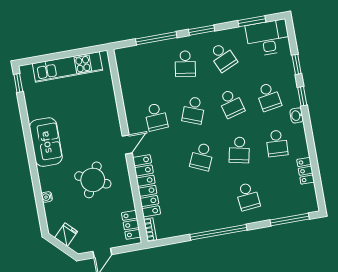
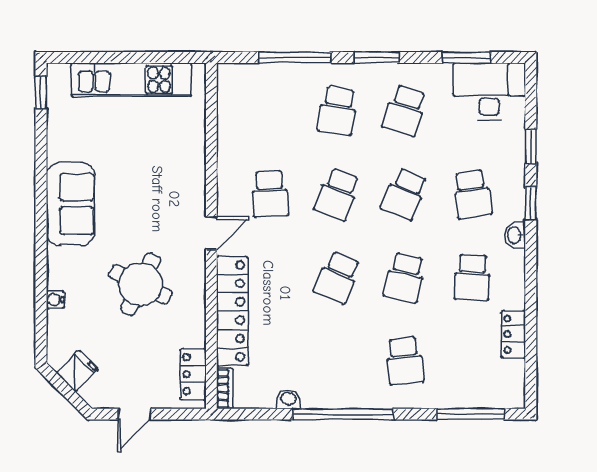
school desk: (223, 57) -> (405, 111), turned 42
school desk: (231, 103) -> (405, 194), turned 39
washbasin: (187, 229) -> (288, 399), added

